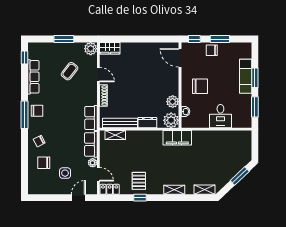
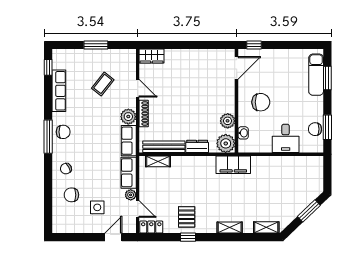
window: (220, 39) -> (285, 45), removed
plant: (91, 49) -> (128, 117), moved
chair: (212, 50) -> (315, 129), moved
door: (180, 58) -> (237, 68), swing flipped
exam couch: (246, 76) -> (316, 75), moved
window: (255, 78) -> (327, 78), moved

